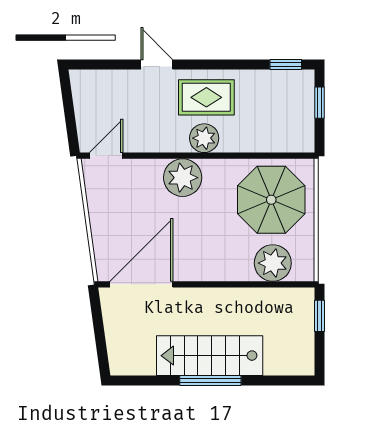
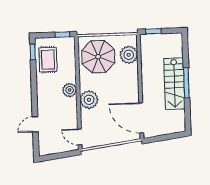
door: (157, 65) -> (35, 124), moved
rug: (206, 97) -> (48, 60), moved
window: (320, 103) -> (62, 35), moved

